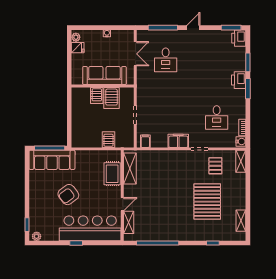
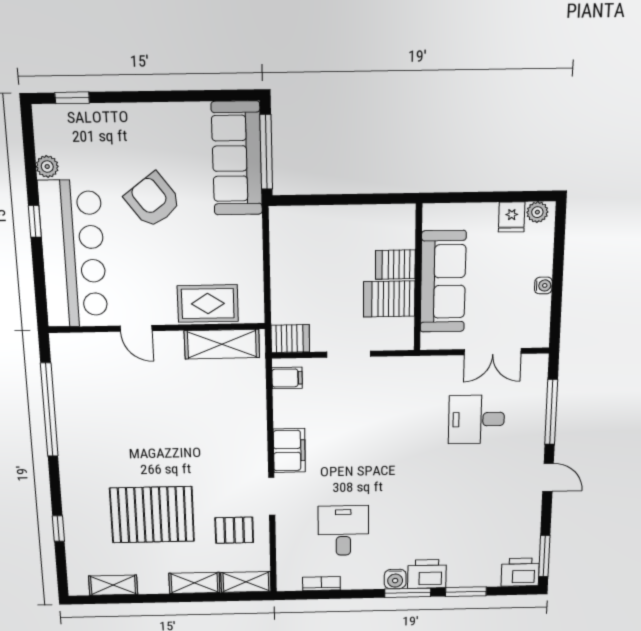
desk: (217, 118) -> (343, 531), turned 90
server rack: (108, 140) -> (290, 339), moved
water cooler: (241, 141) -> (395, 579), moved
shelving: (129, 222) -> (194, 583), moved
plant: (37, 236) -> (47, 167), moved

